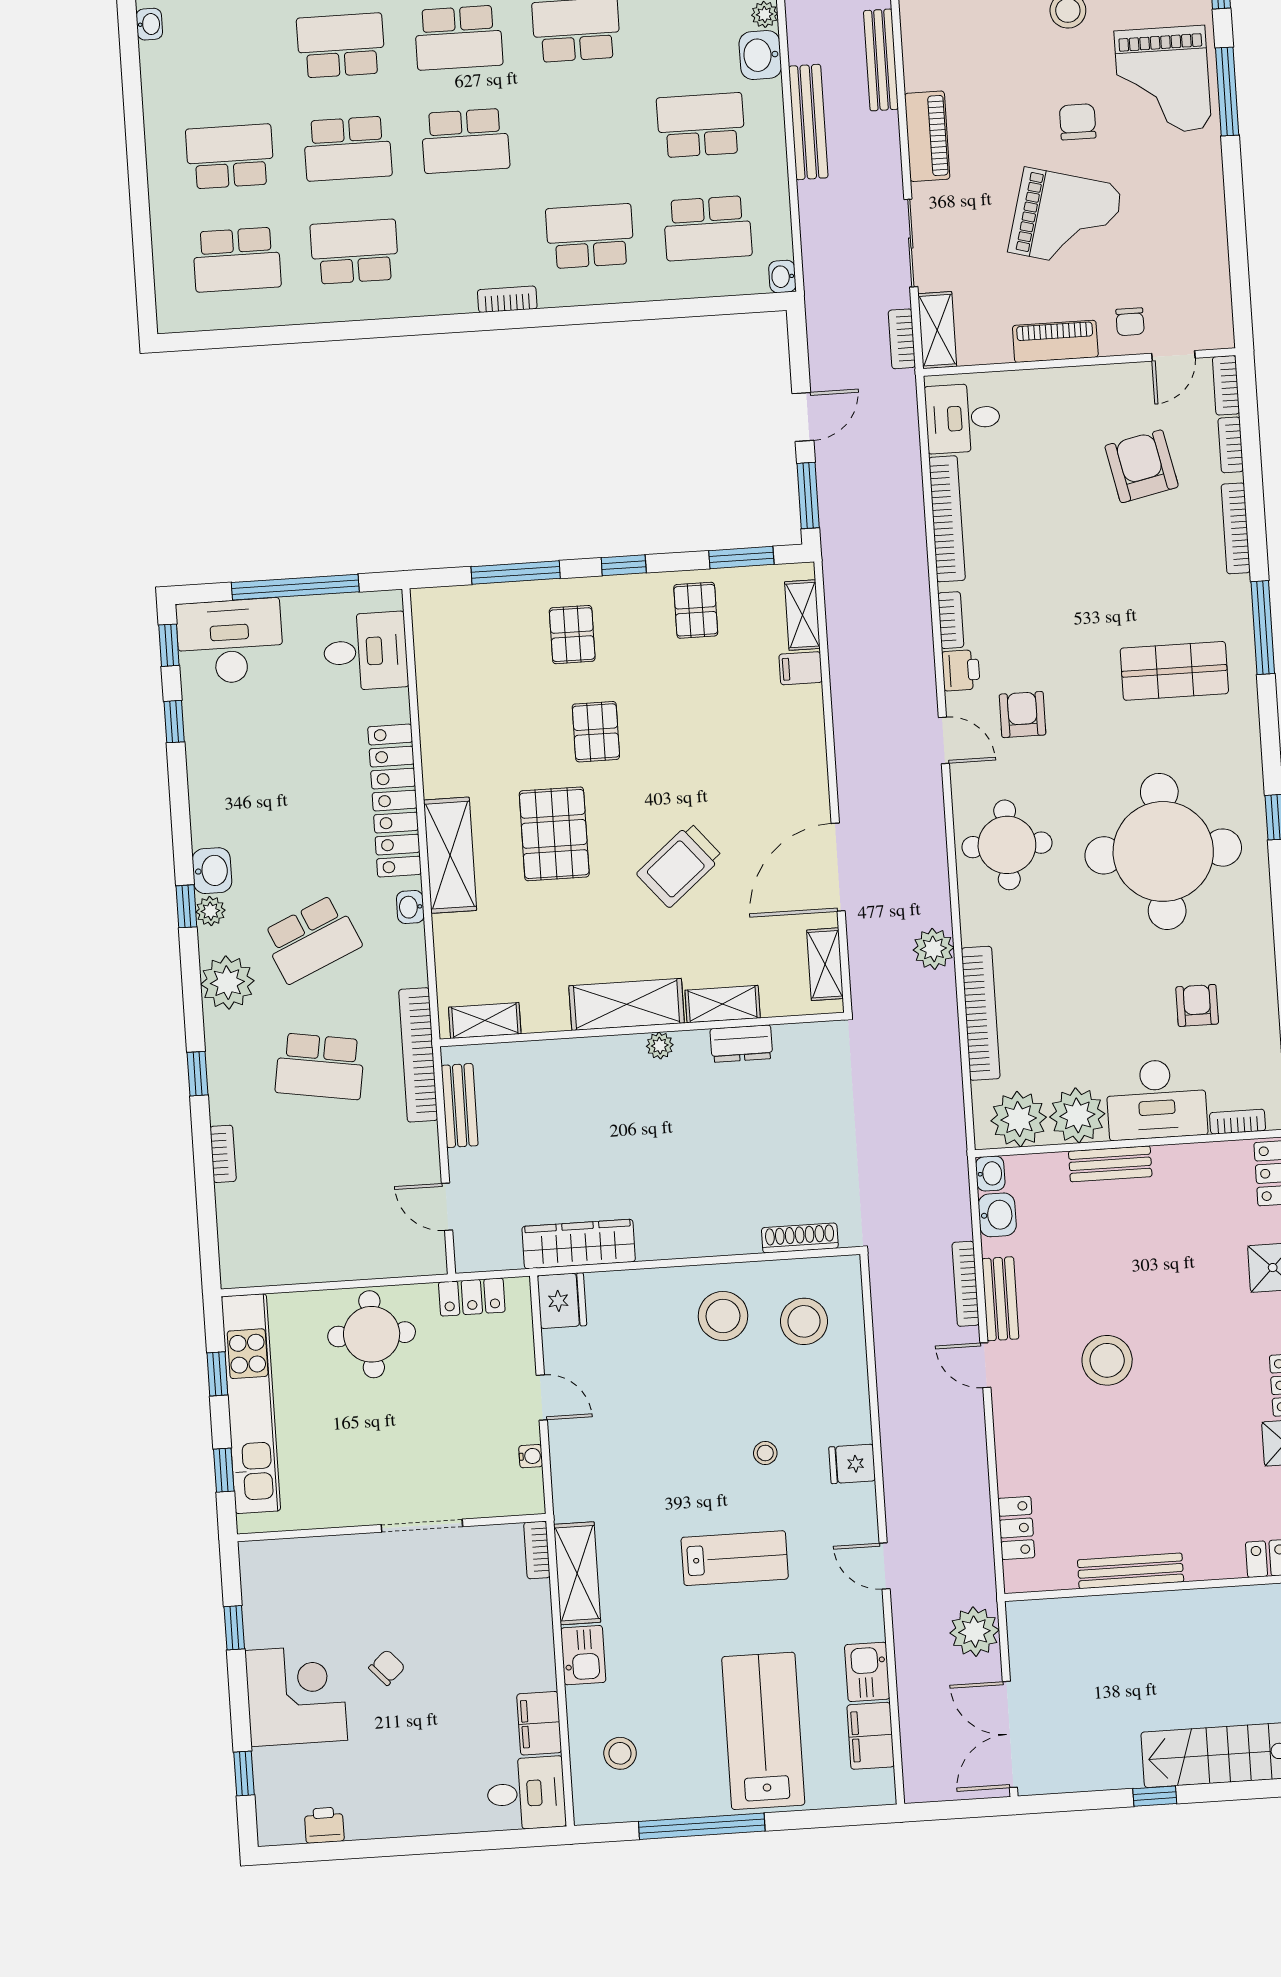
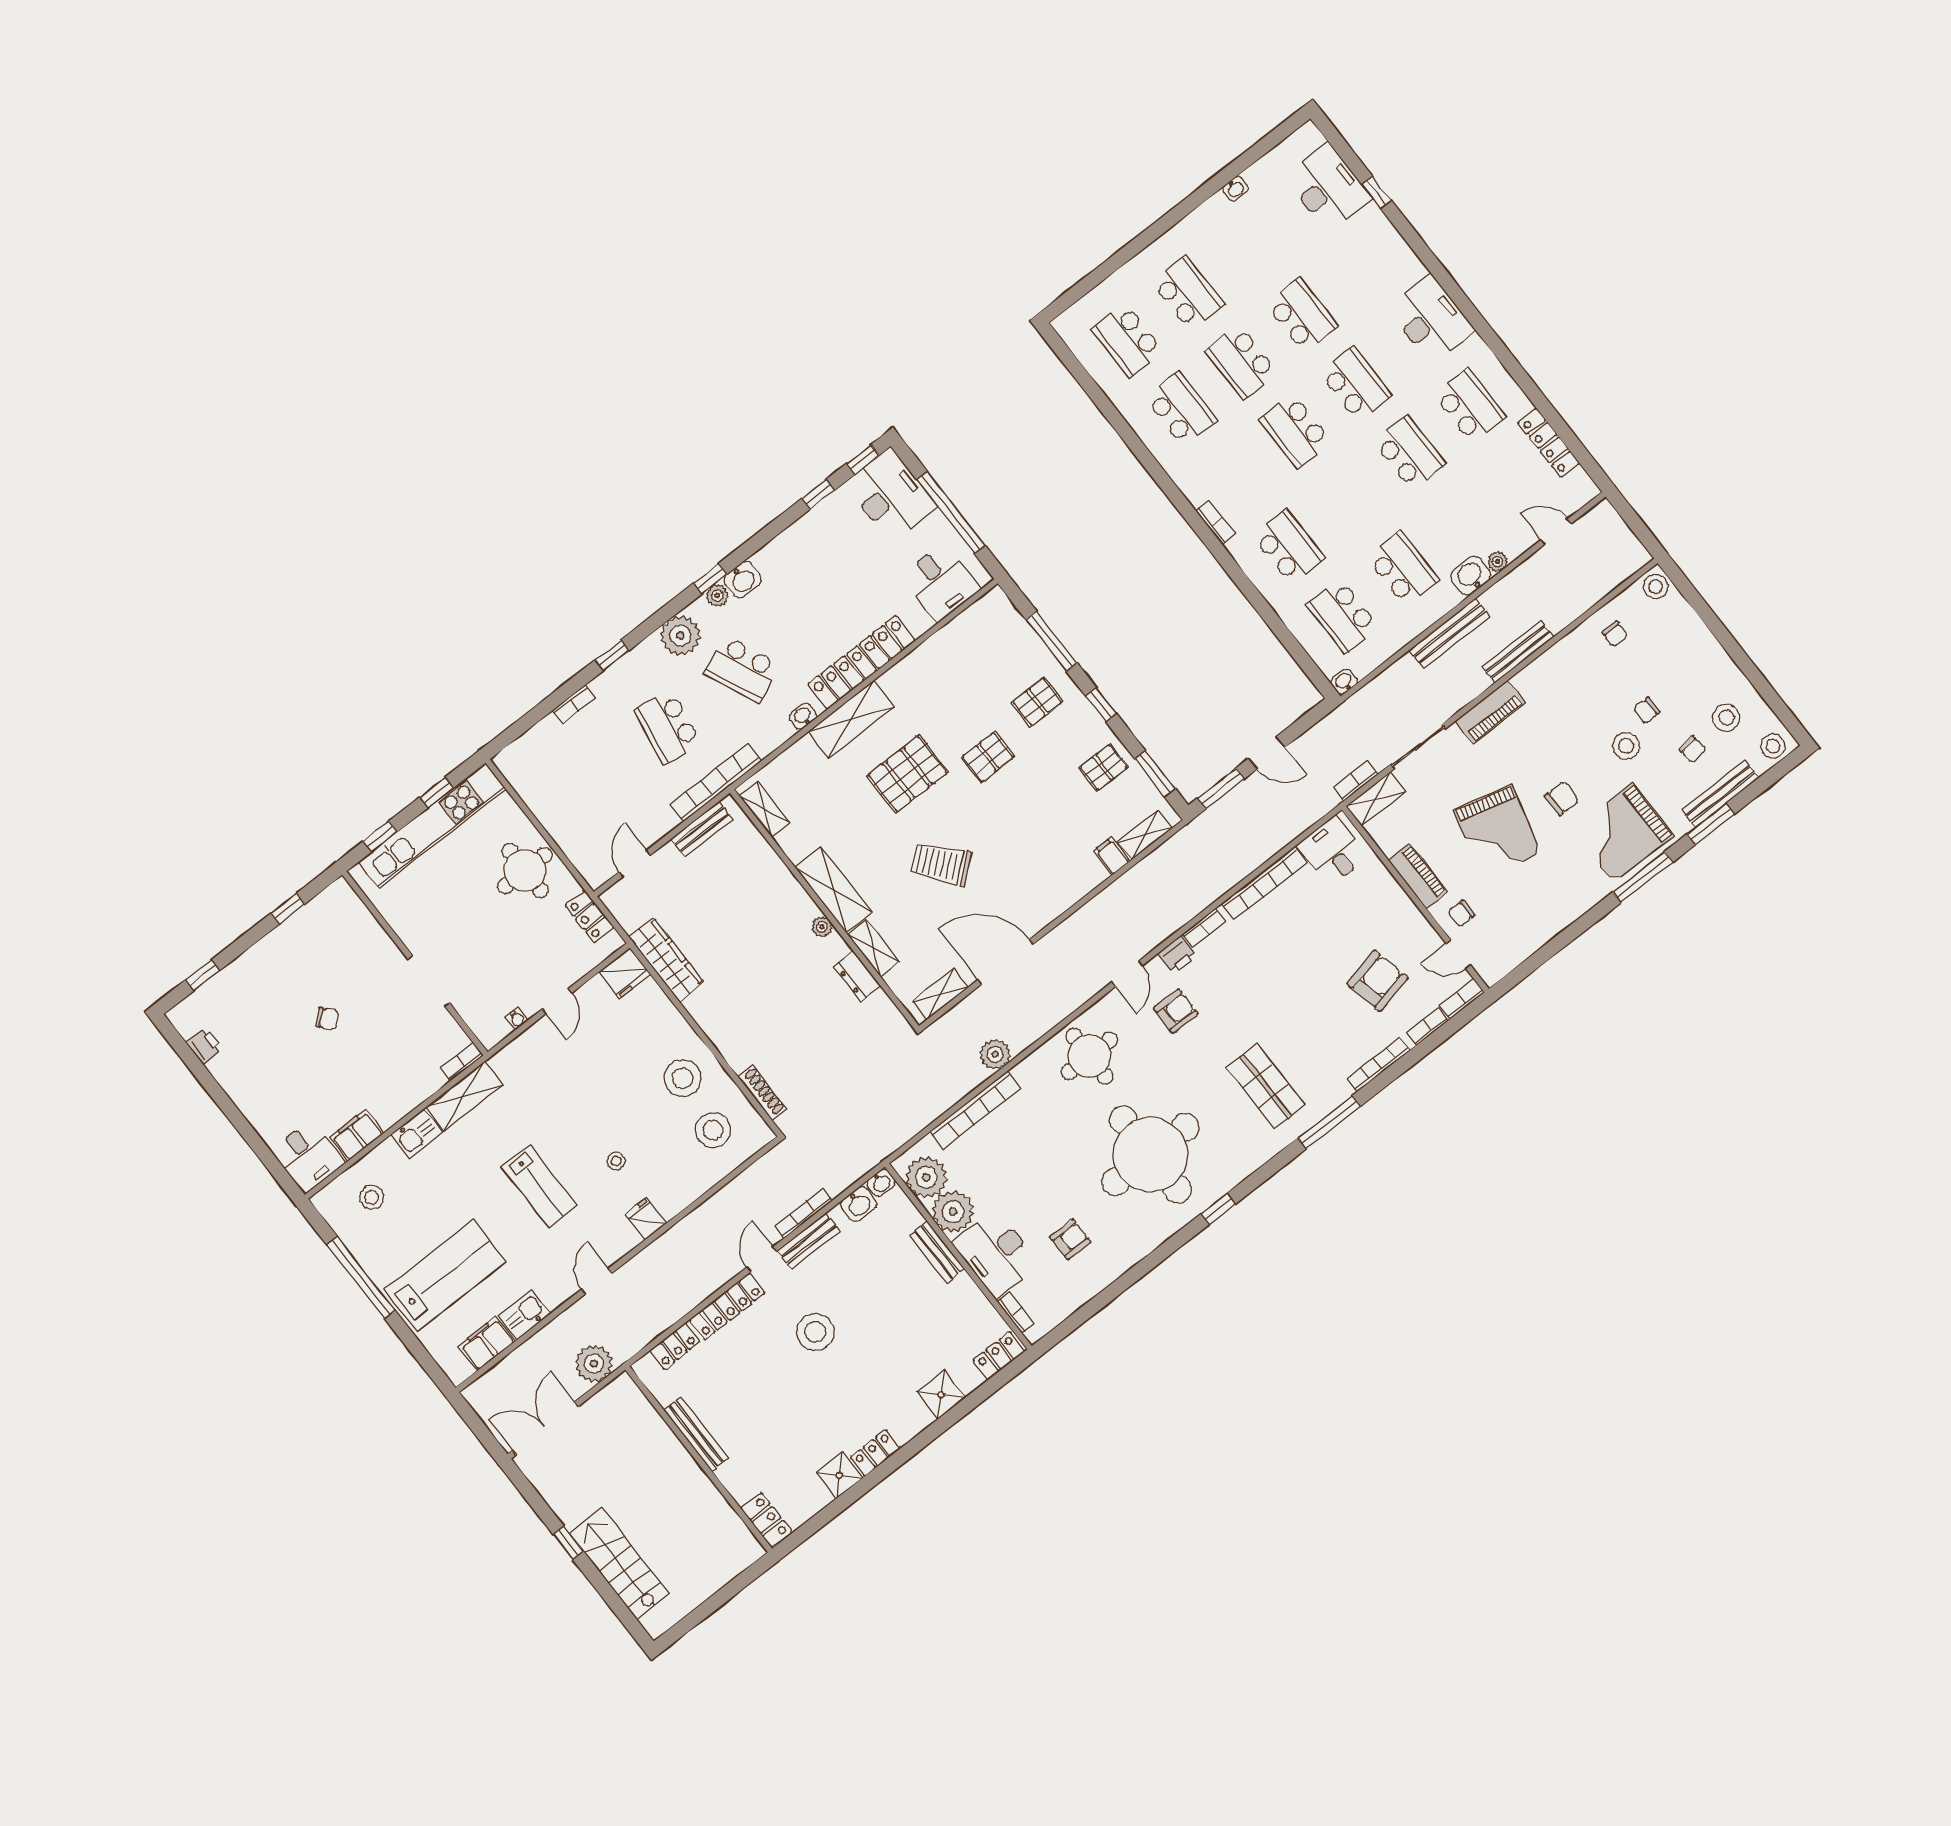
school desk: (459, 38) -> (1356, 384), turned 180
locker: (1012, 1440) -> (727, 1306), added
corner desk: (296, 1695) -> (272, 975), removed

